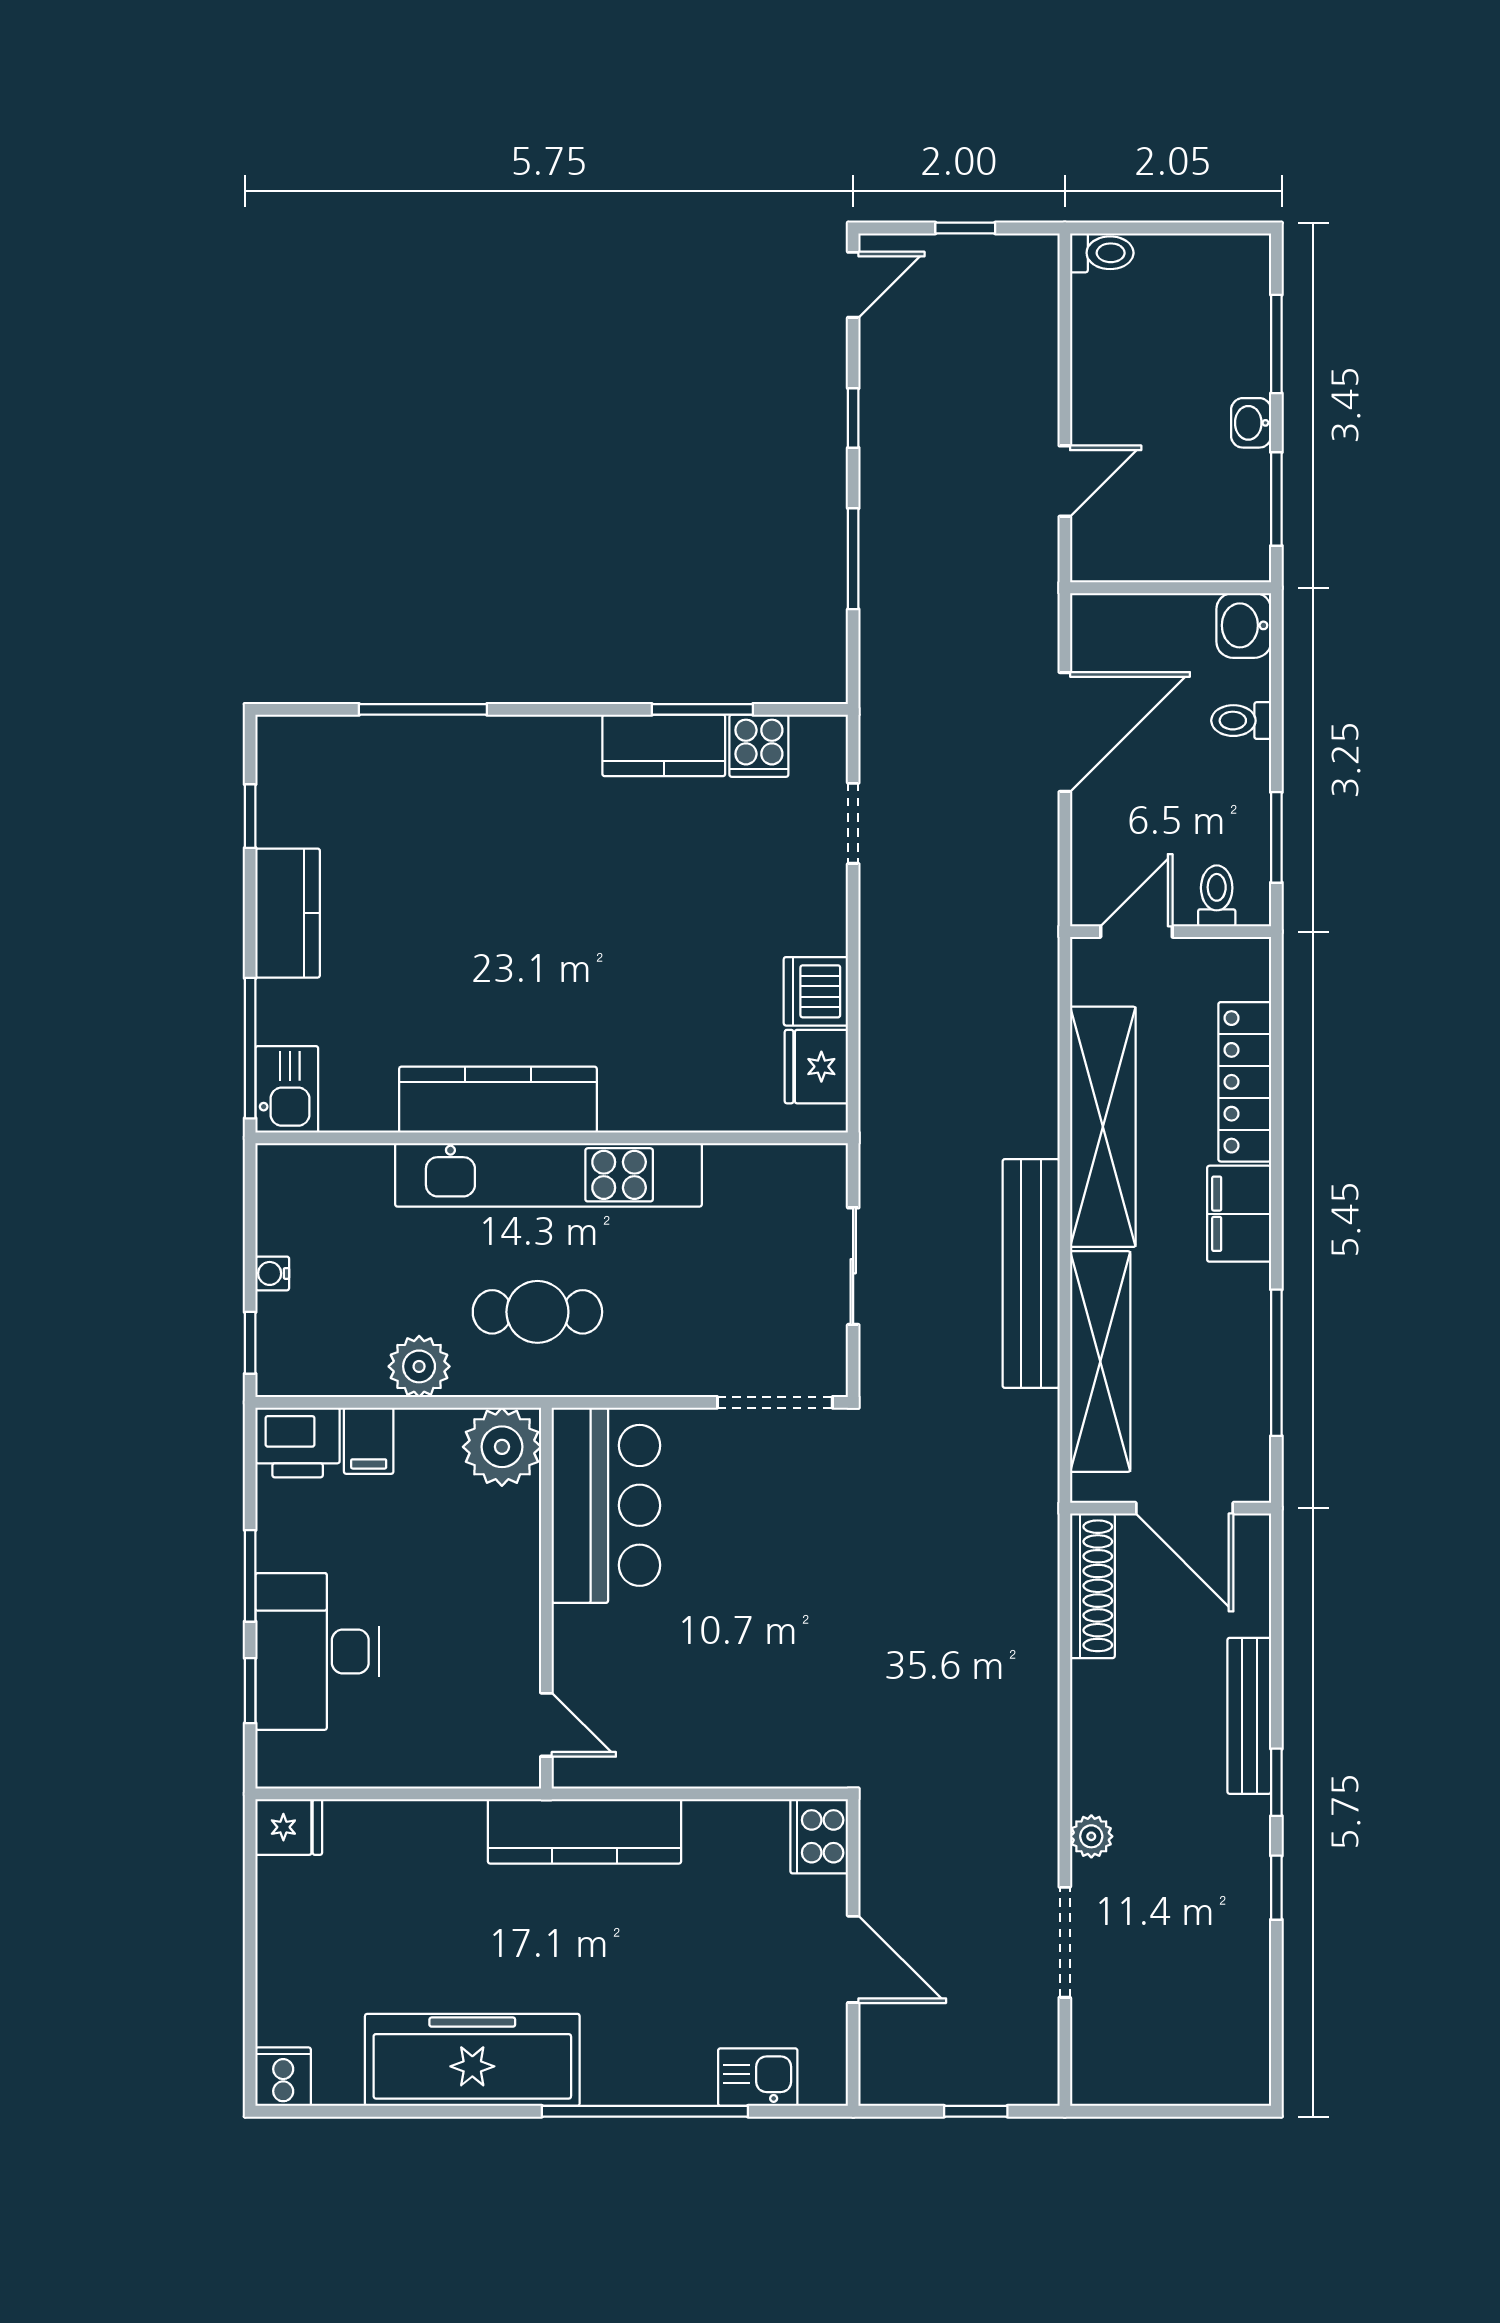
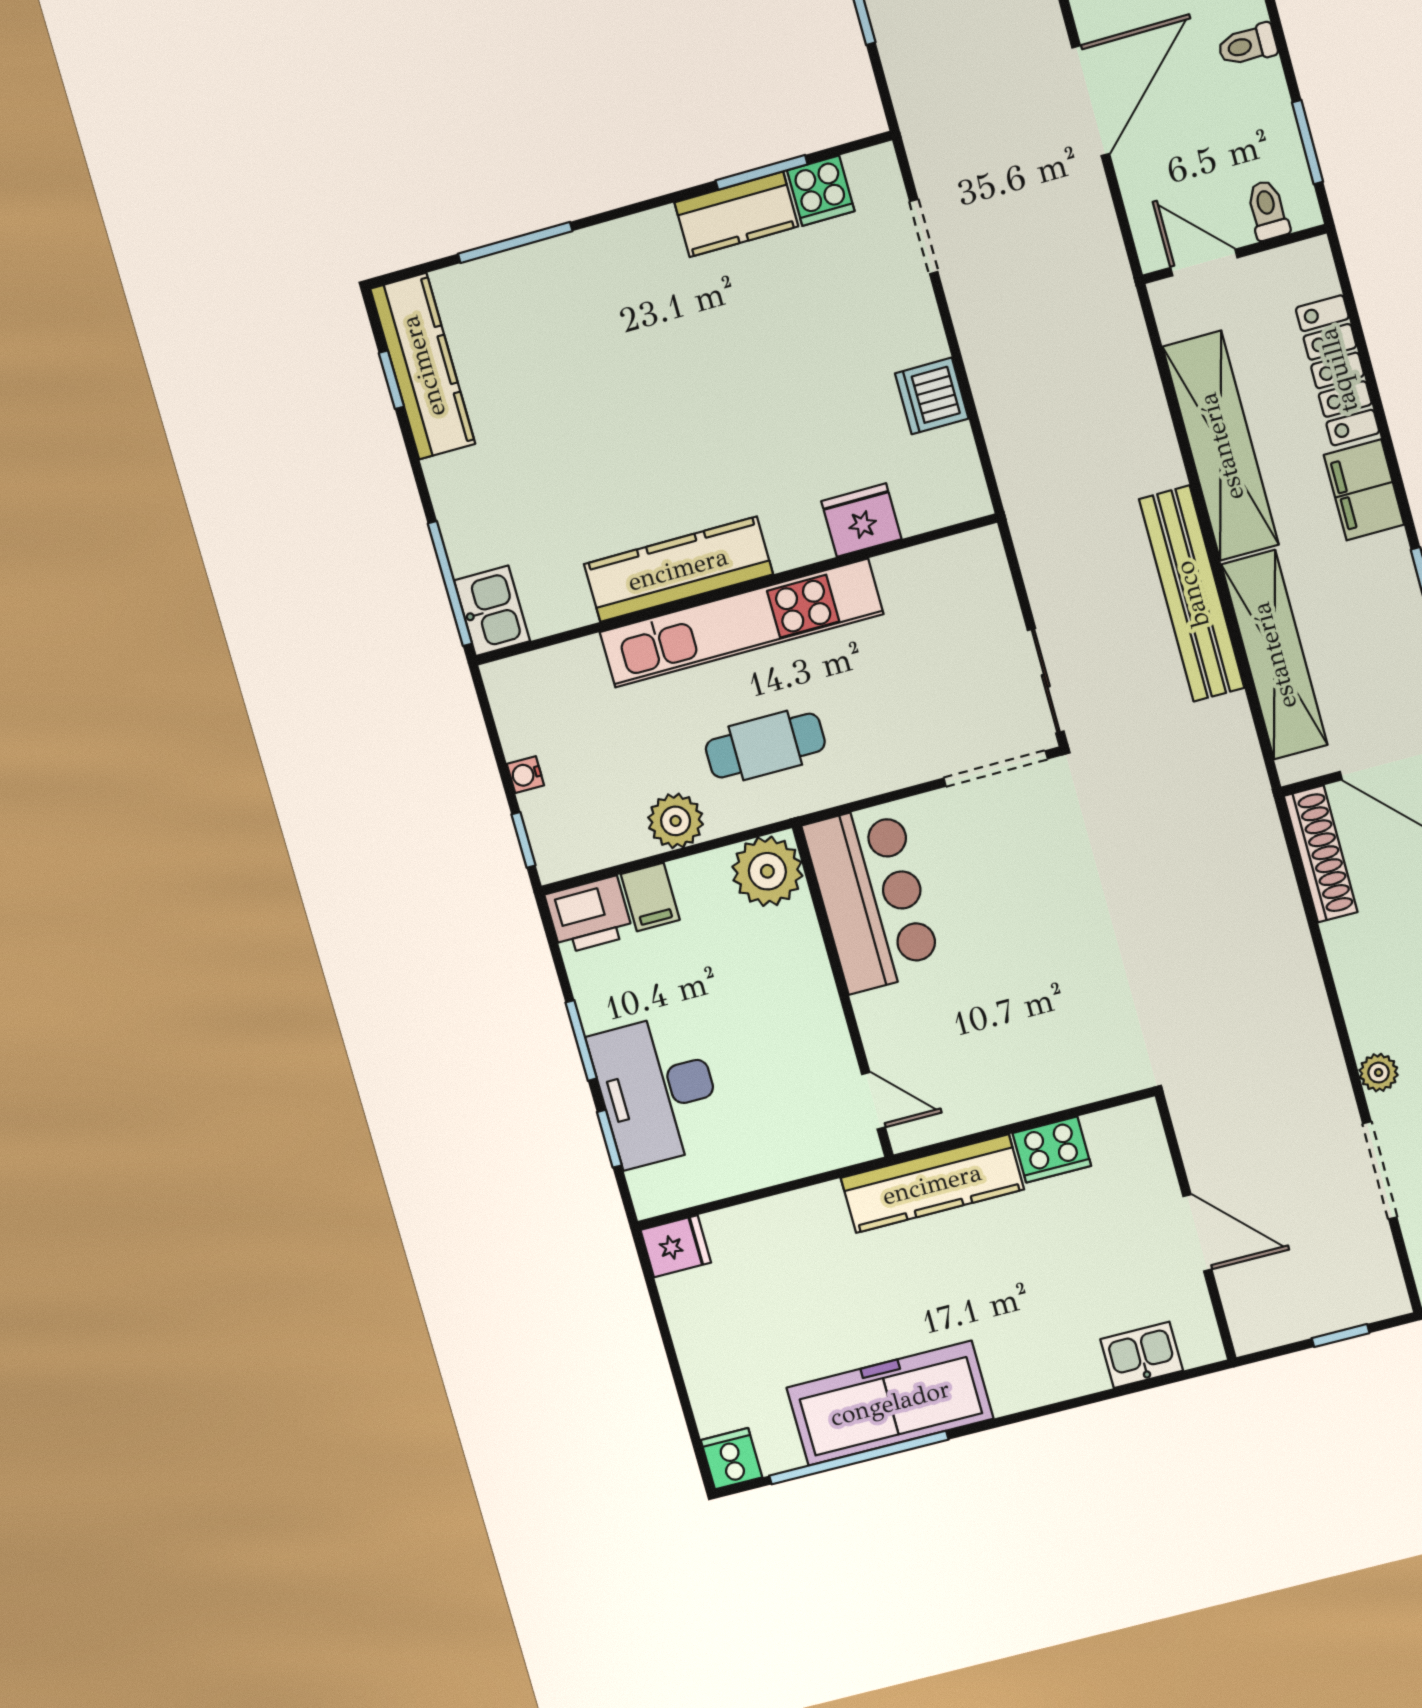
kitchen counter: (288, 913) -> (423, 366), moved, width x1.50
door: (1136, 932) -> (1204, 263), hinge flipped
fridge: (816, 1067) -> (861, 520), moved, turned 90
sliding door: (853, 1266) -> (1046, 681), moved
cooker: (819, 1836) -> (1052, 1149), moved, turned -90
window: (645, 2111) -> (859, 1458), moved

